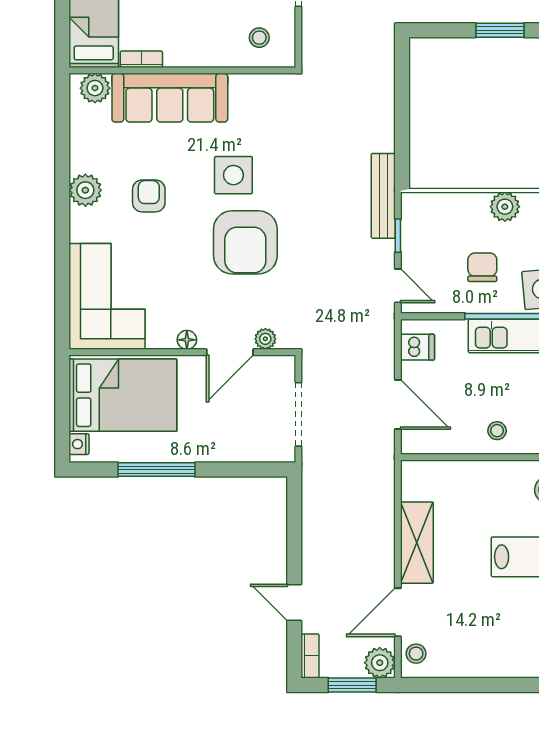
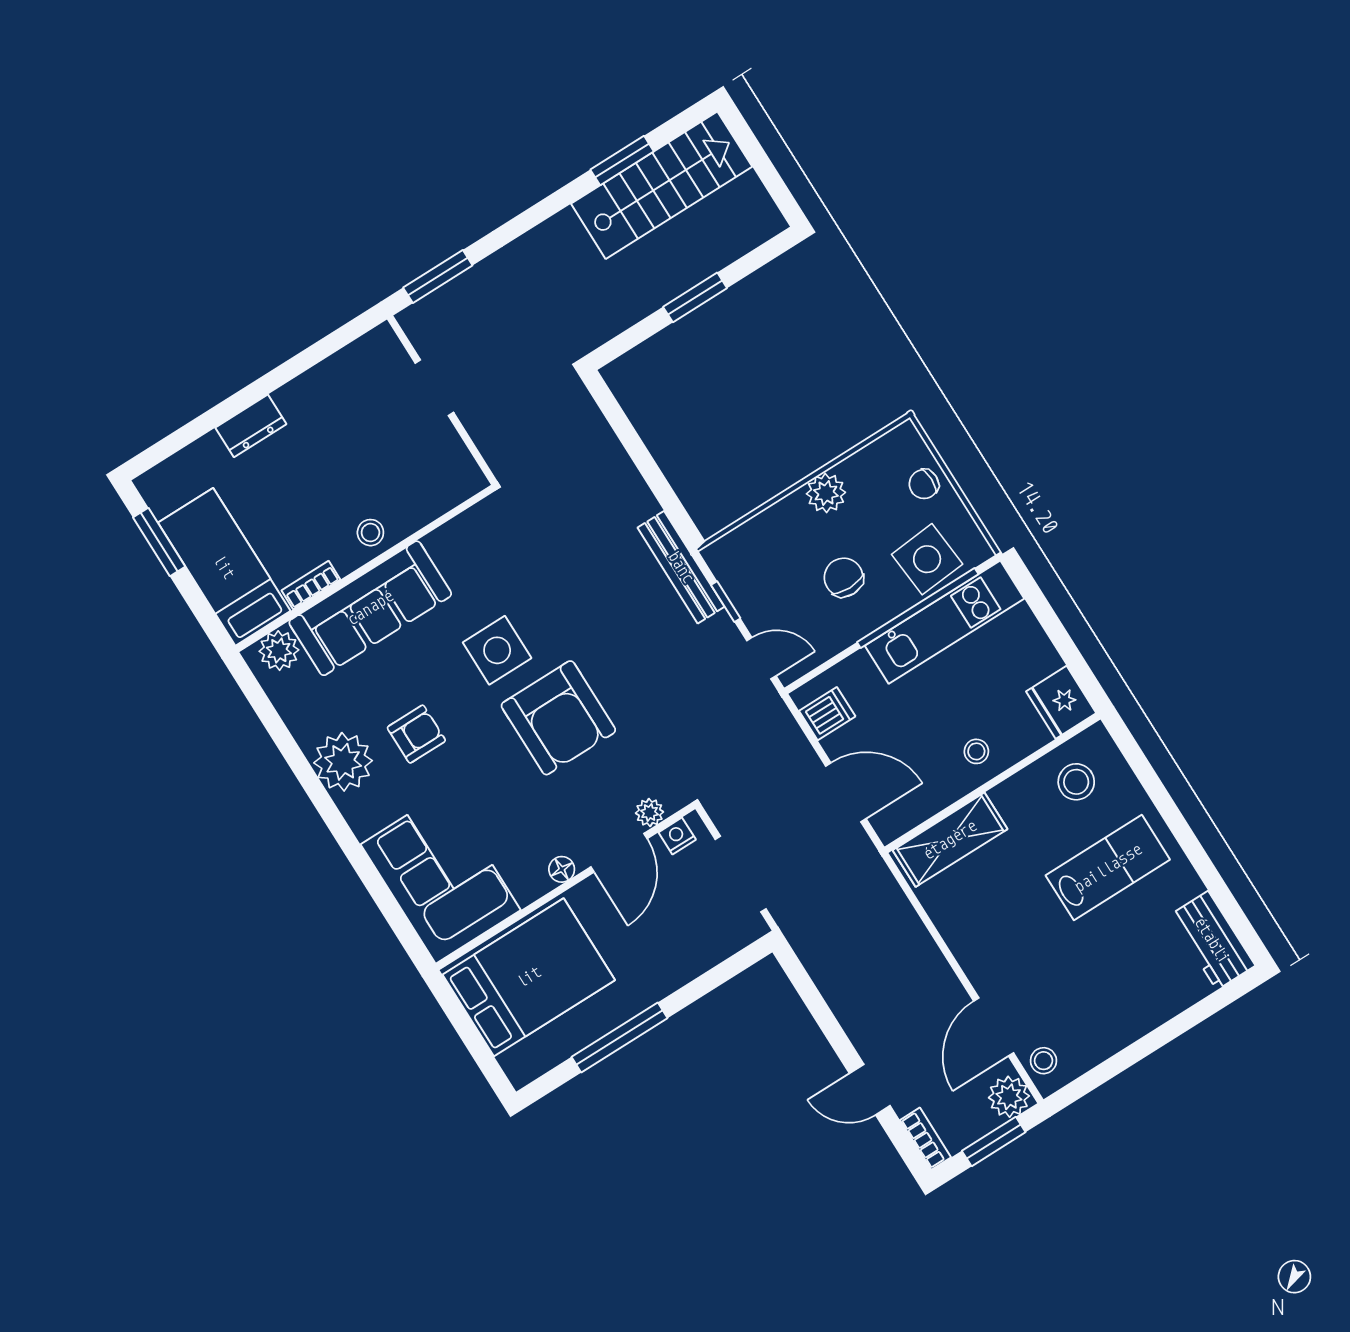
stool: (259, 38) -> (370, 533), moved
plant: (85, 190) -> (343, 762), width x1.36, depth x1.36
armchair: (149, 196) -> (416, 734), turned 90
nightstand: (79, 444) -> (677, 836), moved, turned 90
shelving: (417, 543) -> (950, 840), moved, turned 90

